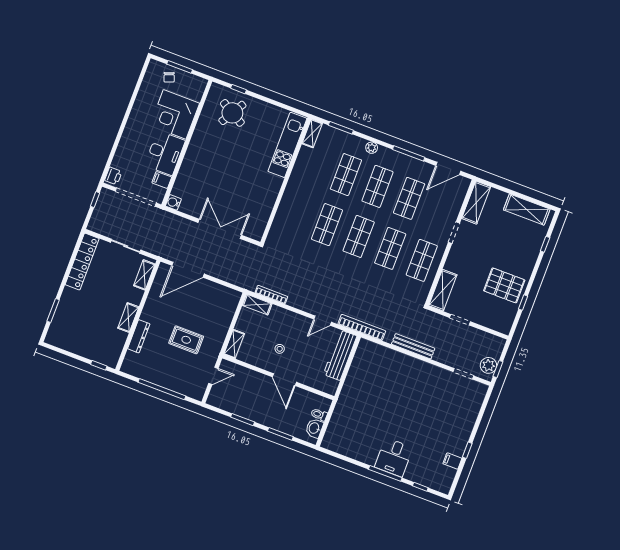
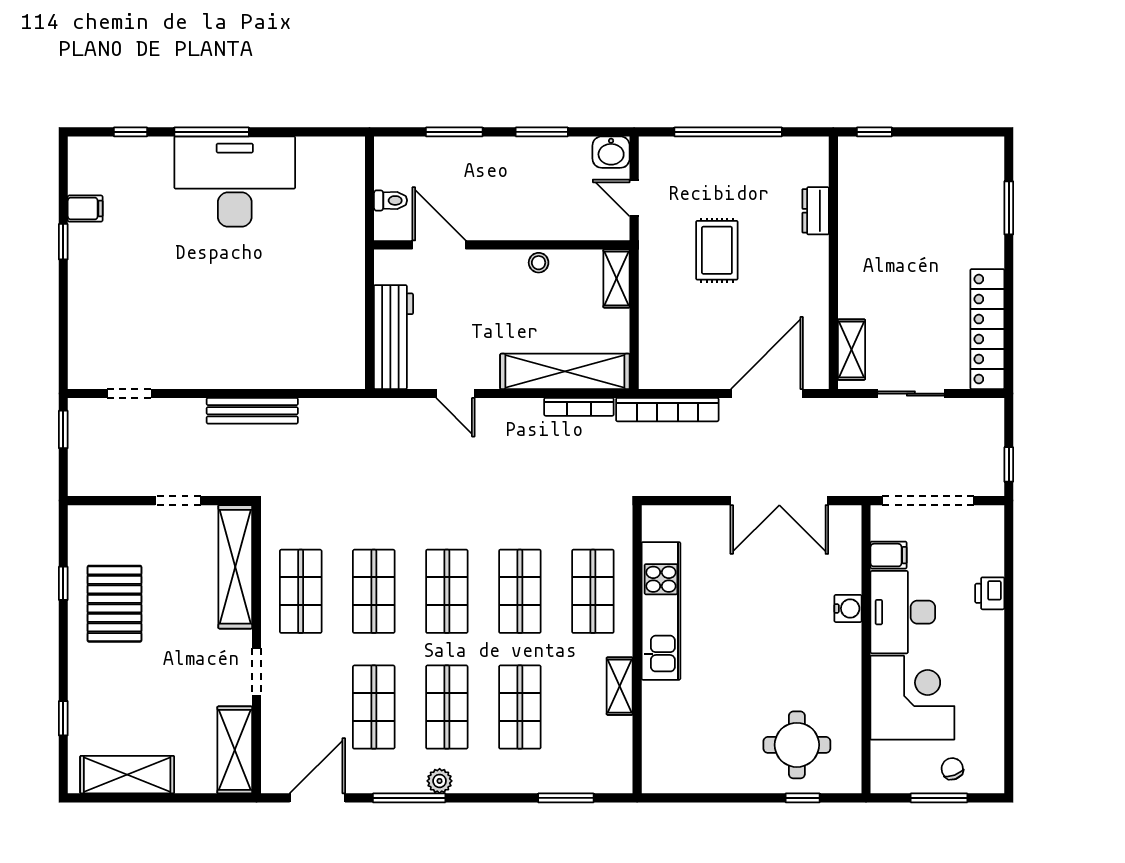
round table: (232, 113) -> (797, 745), turned -30
shelving: (312, 133) -> (620, 686), moved
kitchen unit: (287, 145) -> (661, 611), moved
plant: (372, 148) -> (440, 781), moved
printer: (113, 176) -> (990, 593), moved
water cooler: (173, 202) -> (848, 608), moved
shop shelf: (295, 213) -> (593, 591), added
double door: (220, 229) -> (779, 501), moved
pallet: (504, 285) -> (114, 604), turned 90
shelving: (443, 290) -> (235, 567), width x1.47
shelving: (257, 305) -> (565, 371), width x2.20, depth x1.33
shelving: (128, 318) -> (851, 251), removed
door: (323, 321) -> (455, 394), swing flipped
bookcase: (362, 327) -> (667, 410), moved
dresser: (139, 336) -> (816, 211), width x0.70
rug: (186, 340) -> (717, 250), turned 90
stool: (280, 349) -> (539, 263), moved
plant: (488, 365) -> (85, 430), removed
door: (213, 376) -> (634, 198), hinge flipped
door: (284, 380) -> (439, 245), moved
washbasin: (314, 428) -> (611, 152), moved, turned 90
desk: (394, 457) -> (235, 182), width x1.87, depth x1.30

